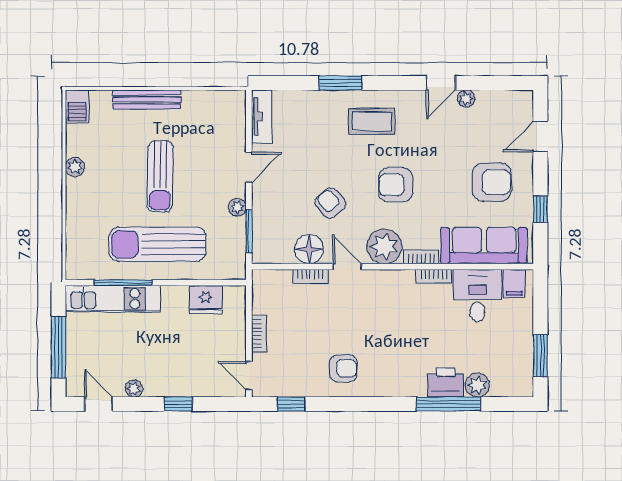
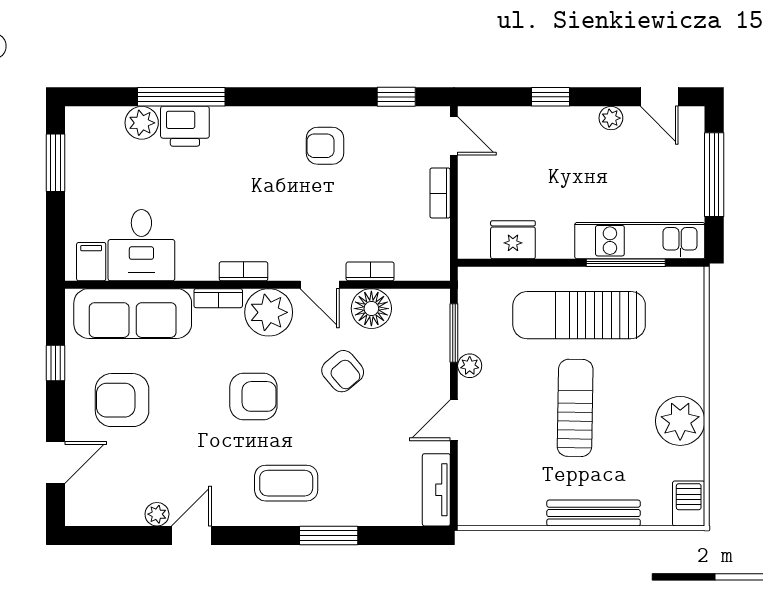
plant: (75, 167) -> (680, 421), width x1.87, depth x1.87
sun lounger: (157, 244) -> (579, 315), turned 180
bookcase: (434, 276) -> (243, 271), moved

